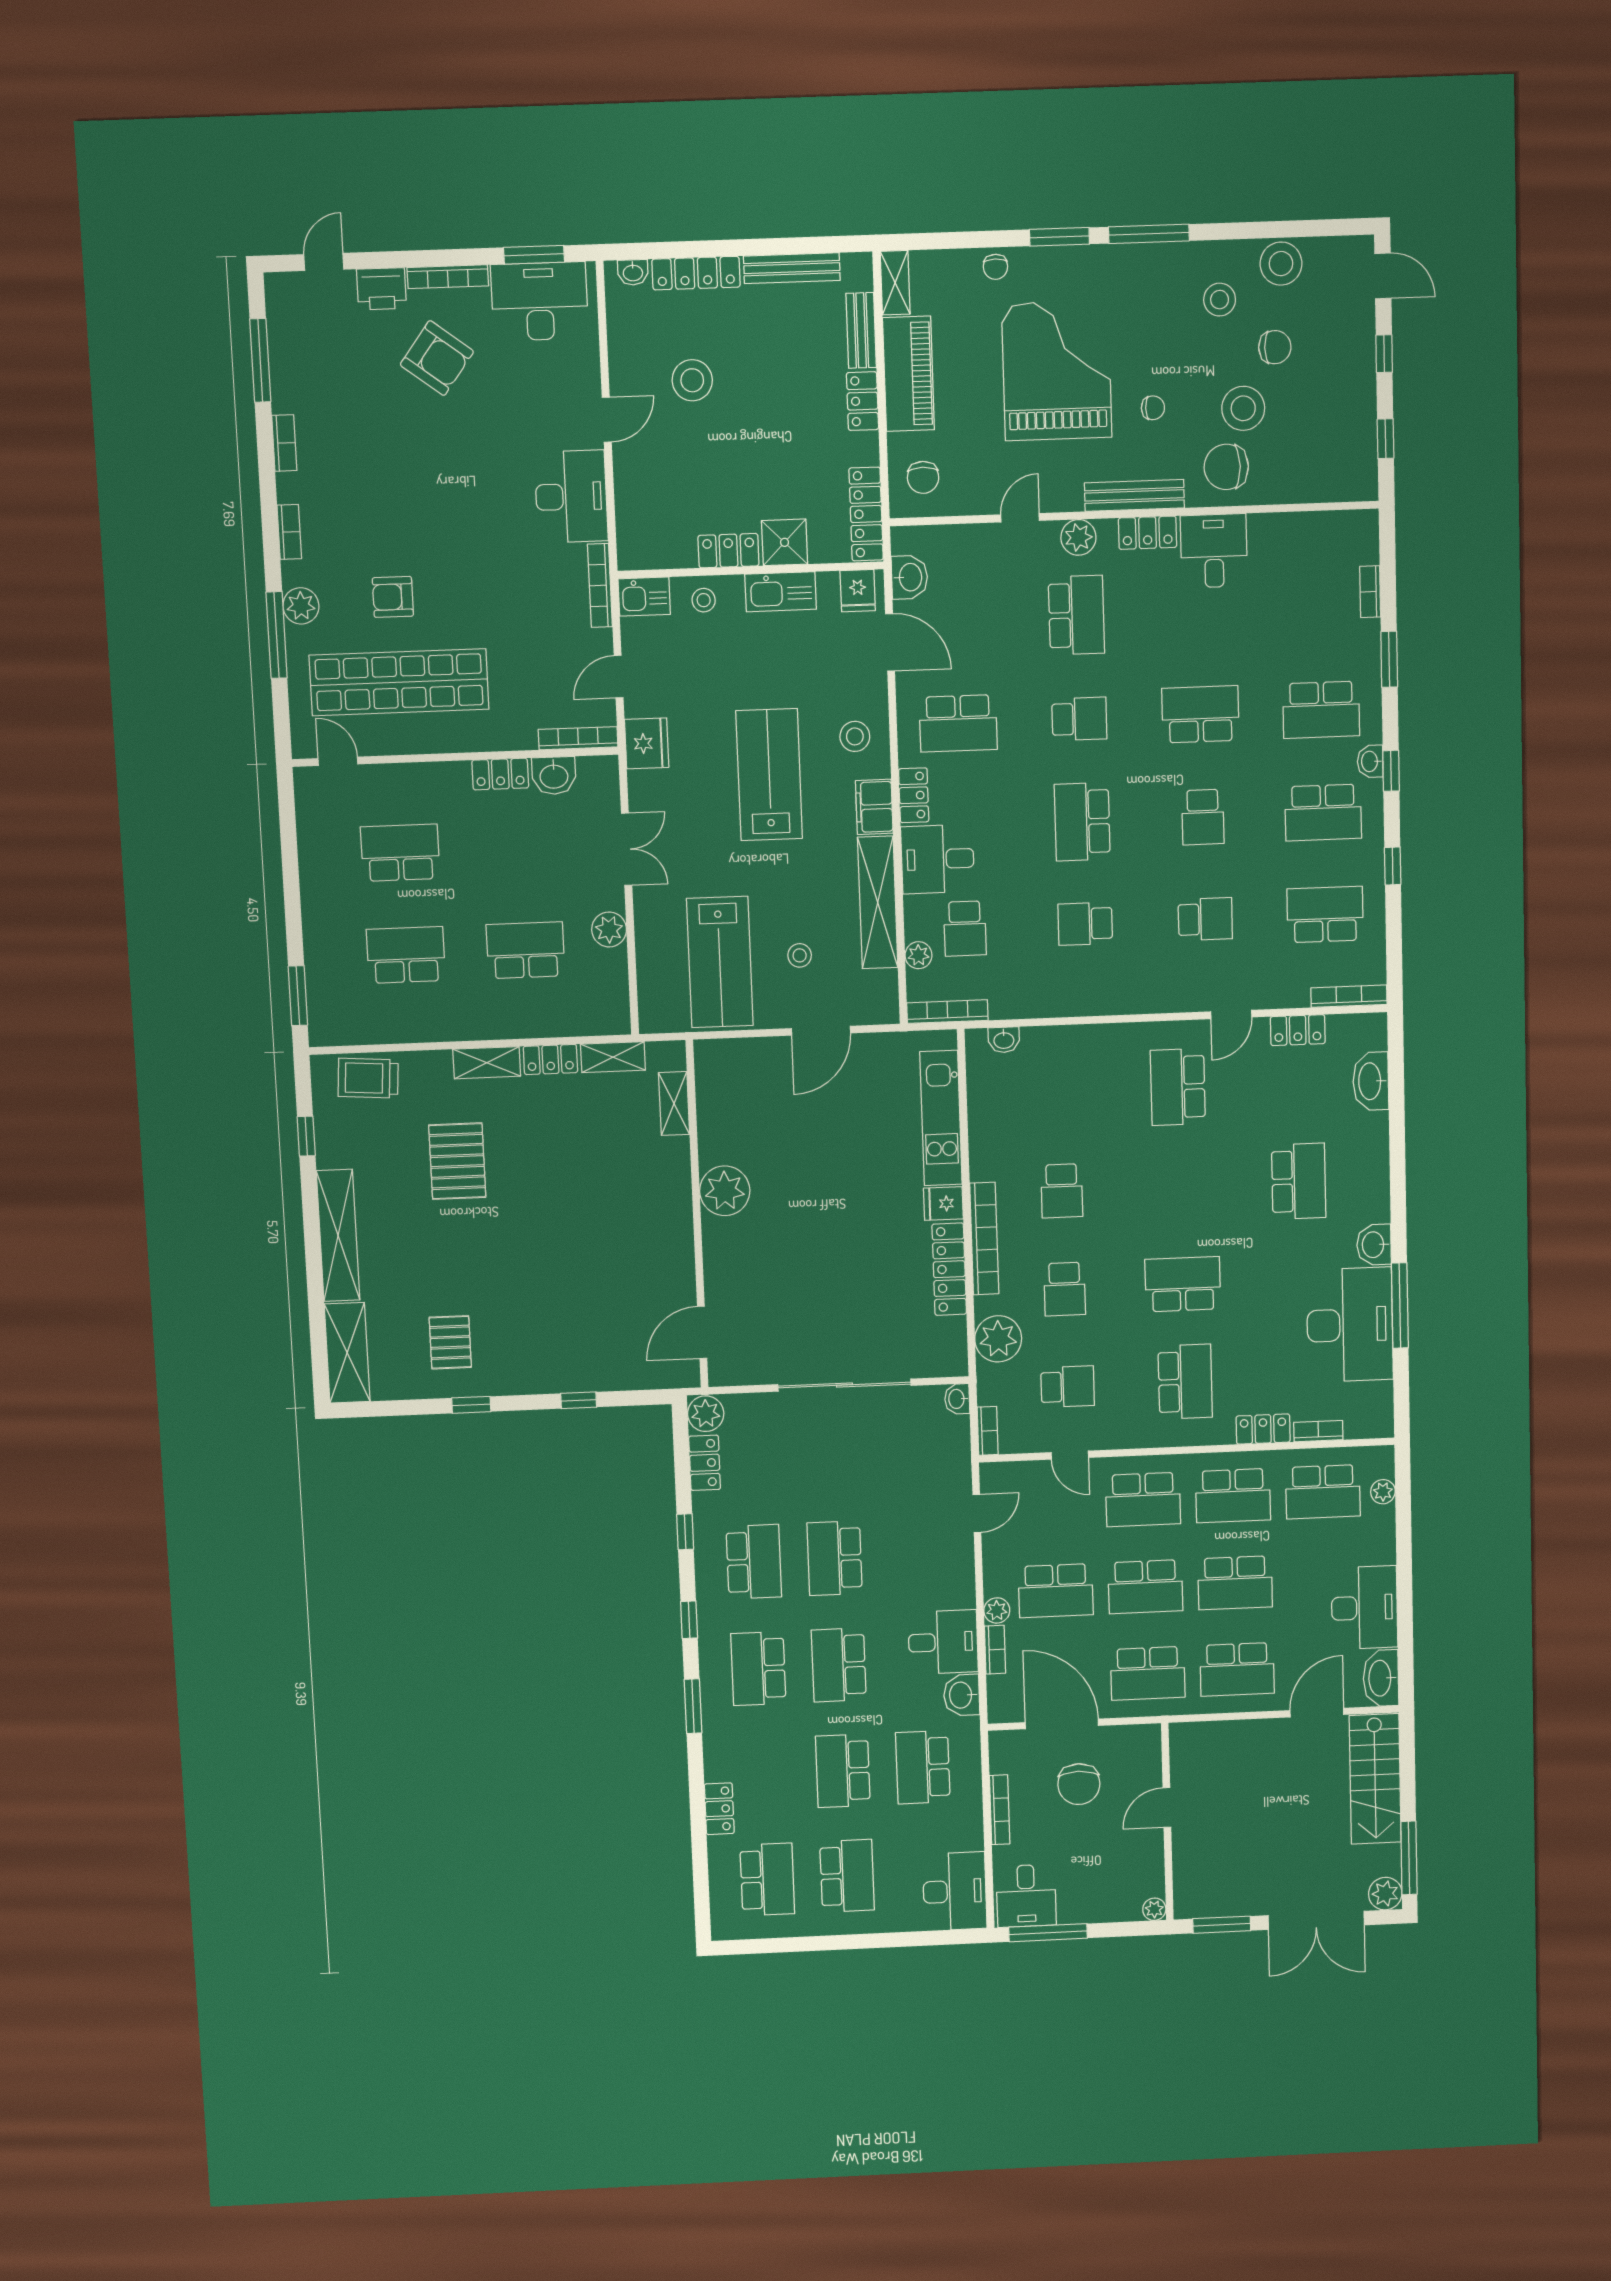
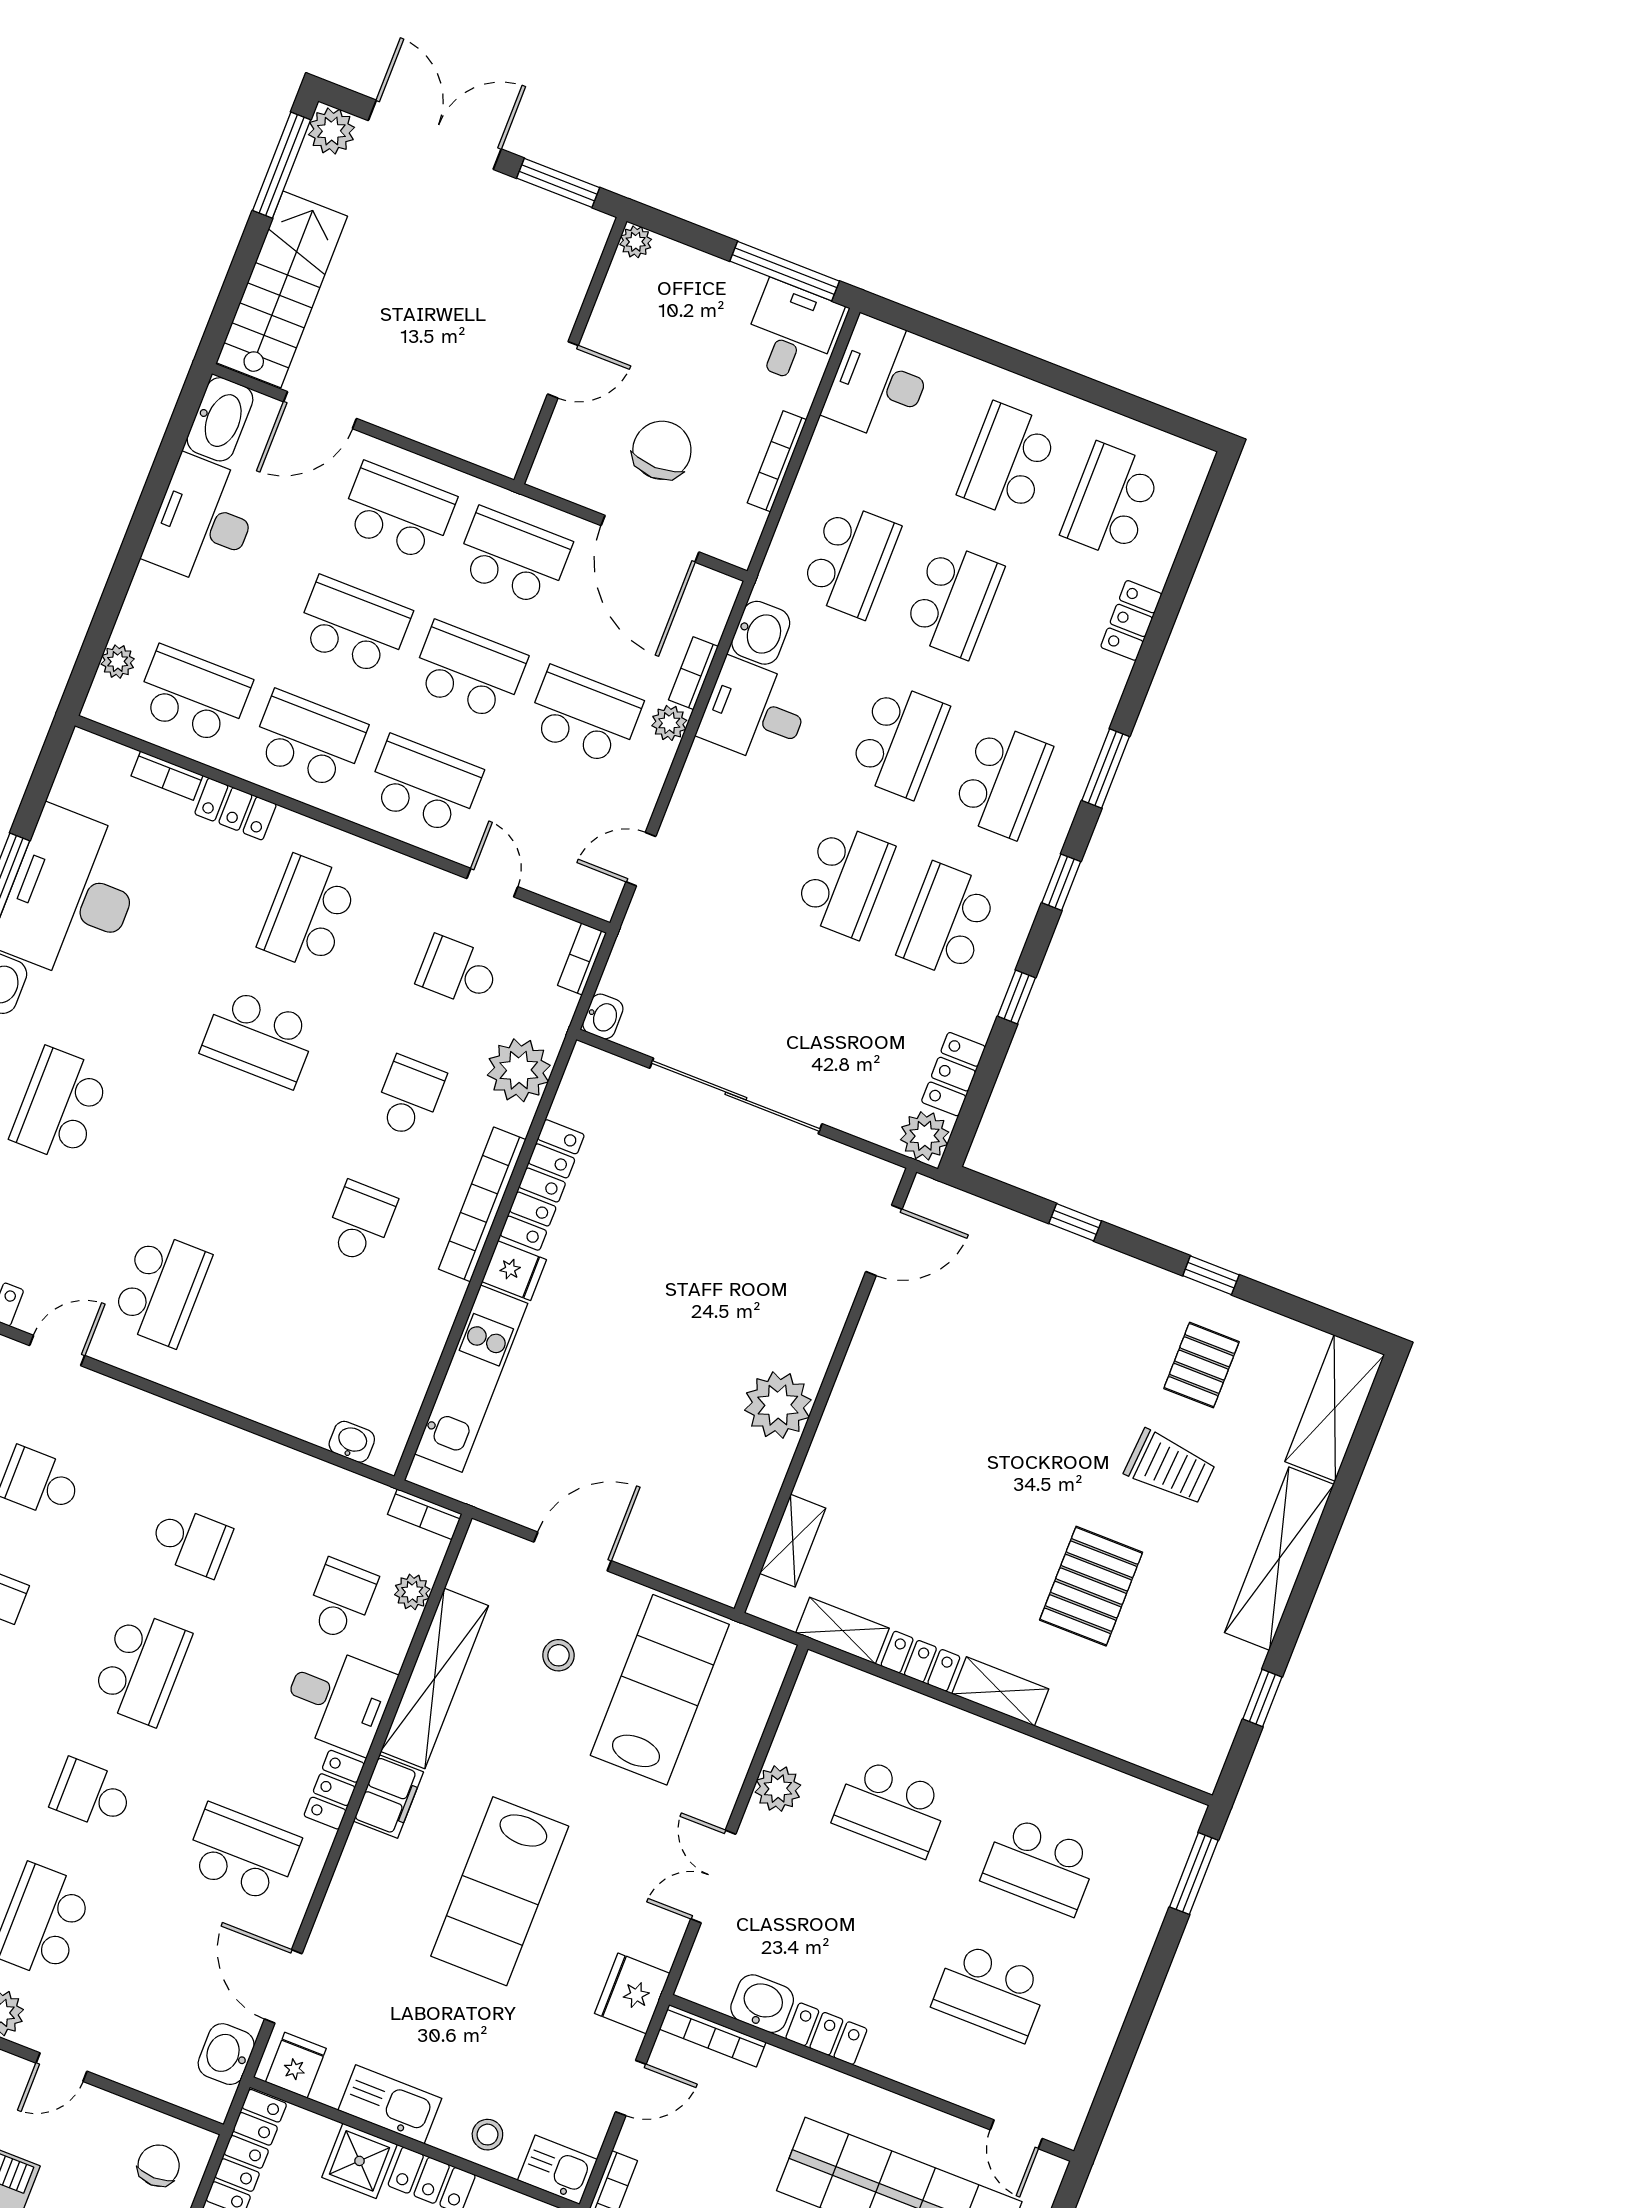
stool: (855, 736) -> (375, 1892), removed
bookcase: (947, 1012) -> (425, 1514), width x0.64
trolley: (368, 1078) -> (1170, 1467), moved

